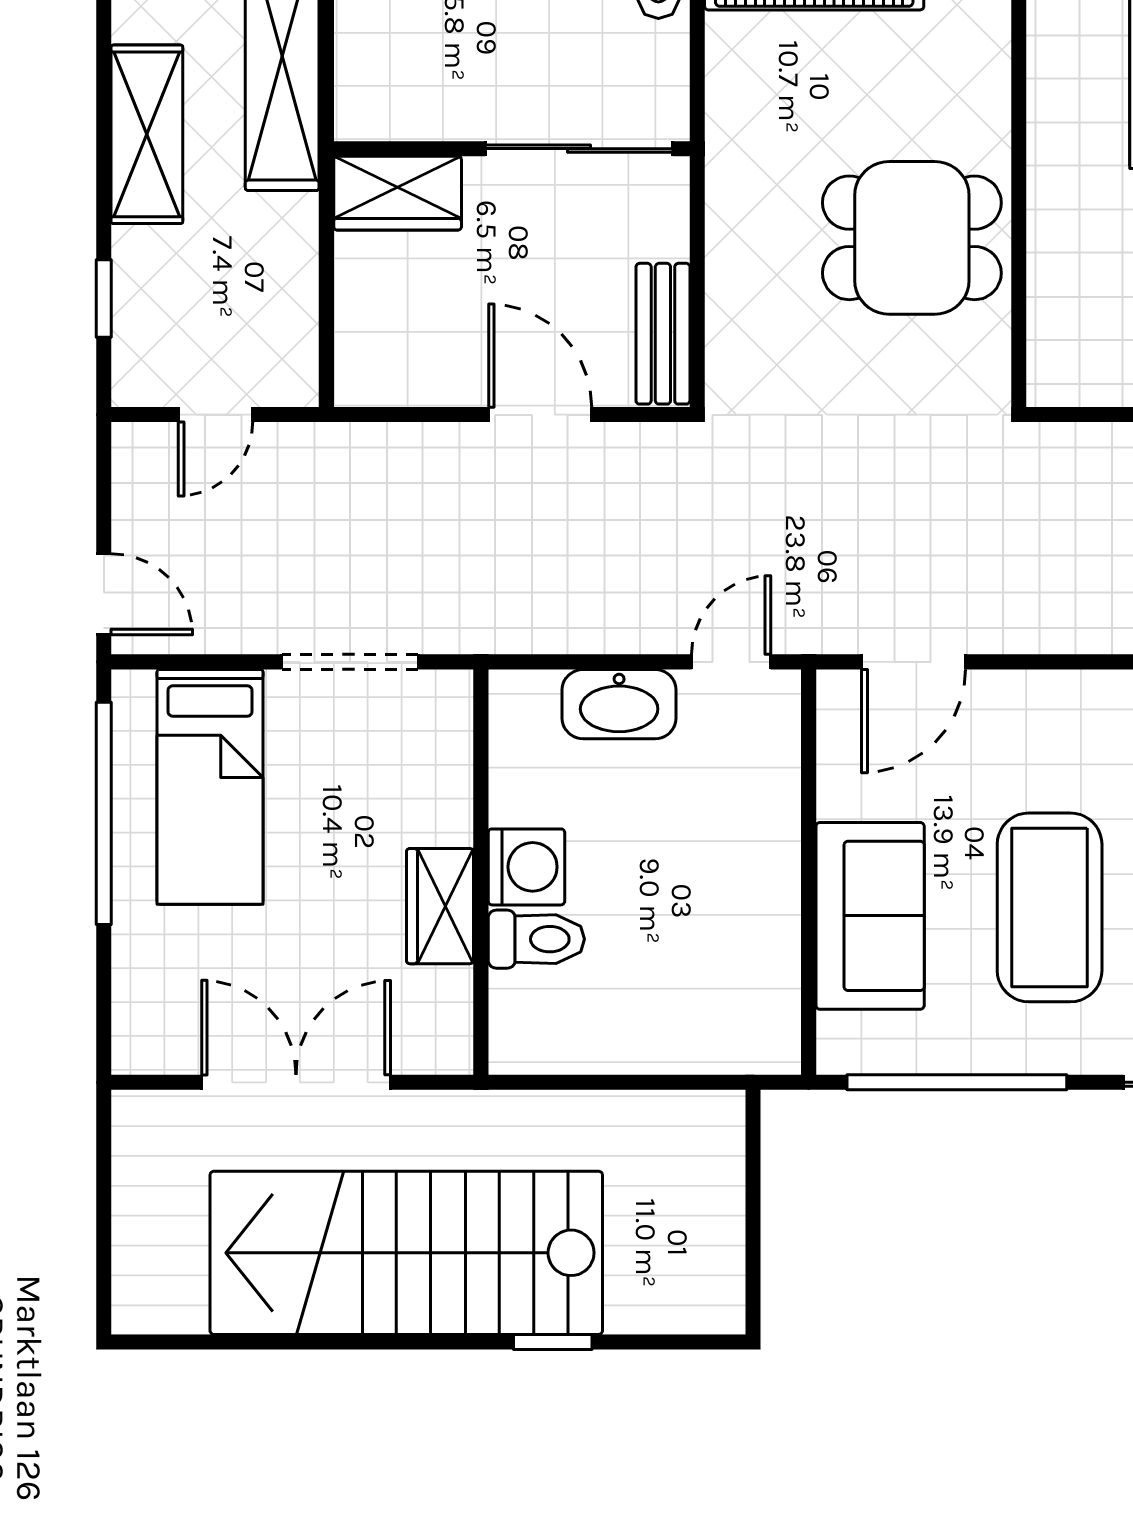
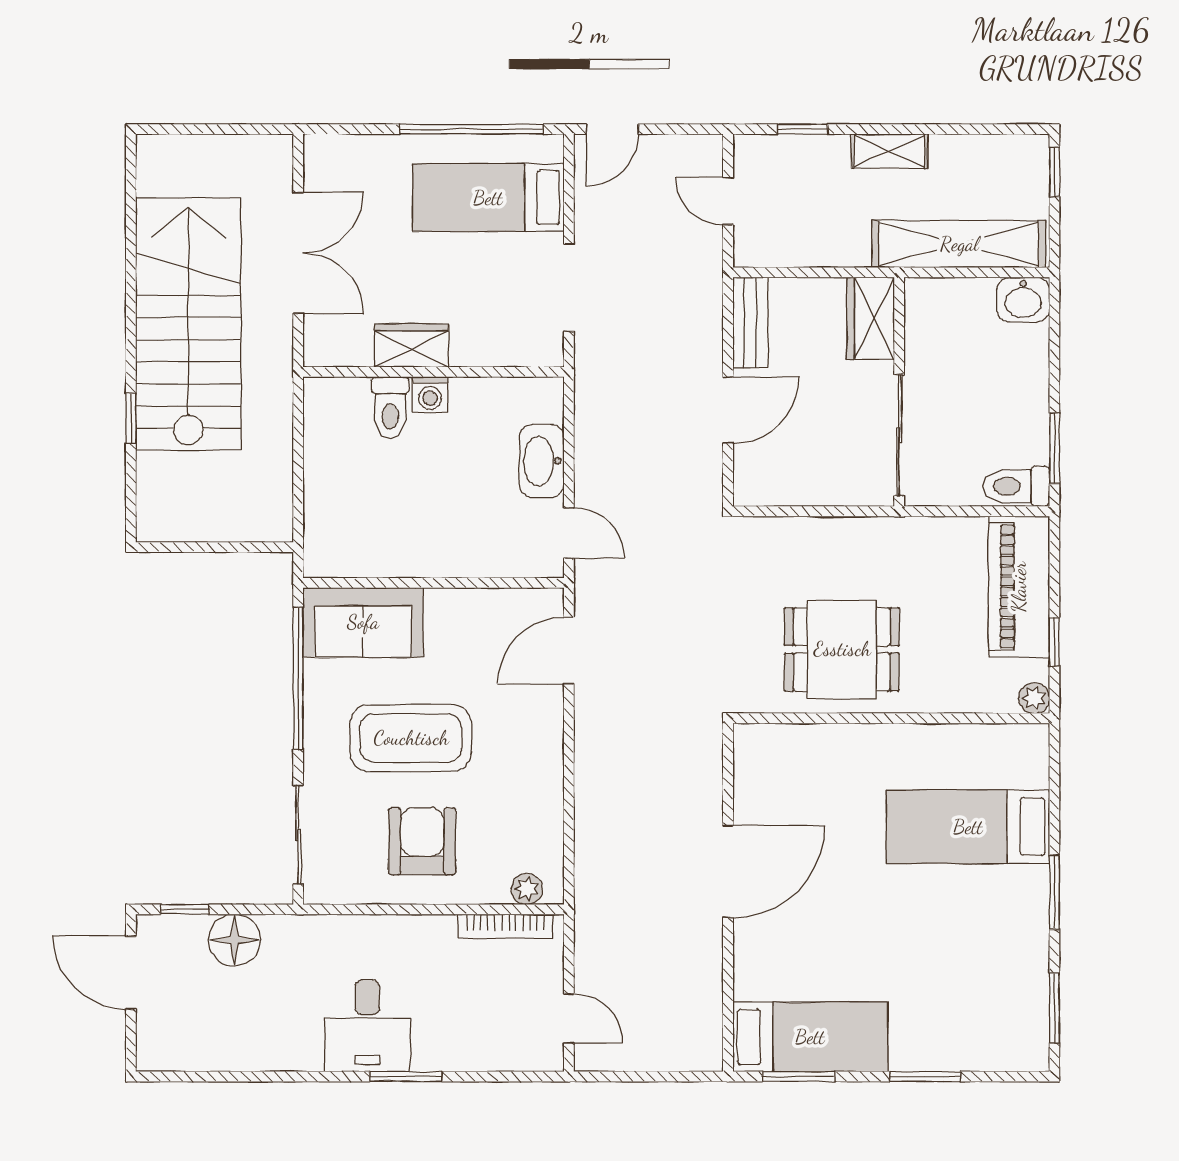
shelving: (147, 134) -> (889, 151), width x0.67, depth x0.75
dining table: (912, 238) -> (842, 649), turned 90
bench: (663, 334) -> (750, 323), moved, turned 90
door: (914, 662) -> (569, 650), hinge flipped
washing machine: (526, 867) -> (430, 395), width x0.73, depth x0.73
sofa: (870, 916) -> (363, 622), moved

